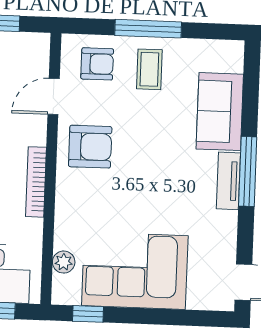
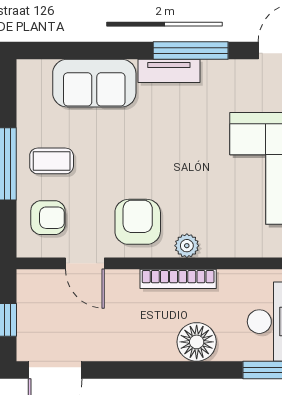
armchair: (97, 64) -> (48, 218), turned 90
window: (248, 171) -> (191, 50), moved
plant: (64, 262) -> (187, 246), moved

